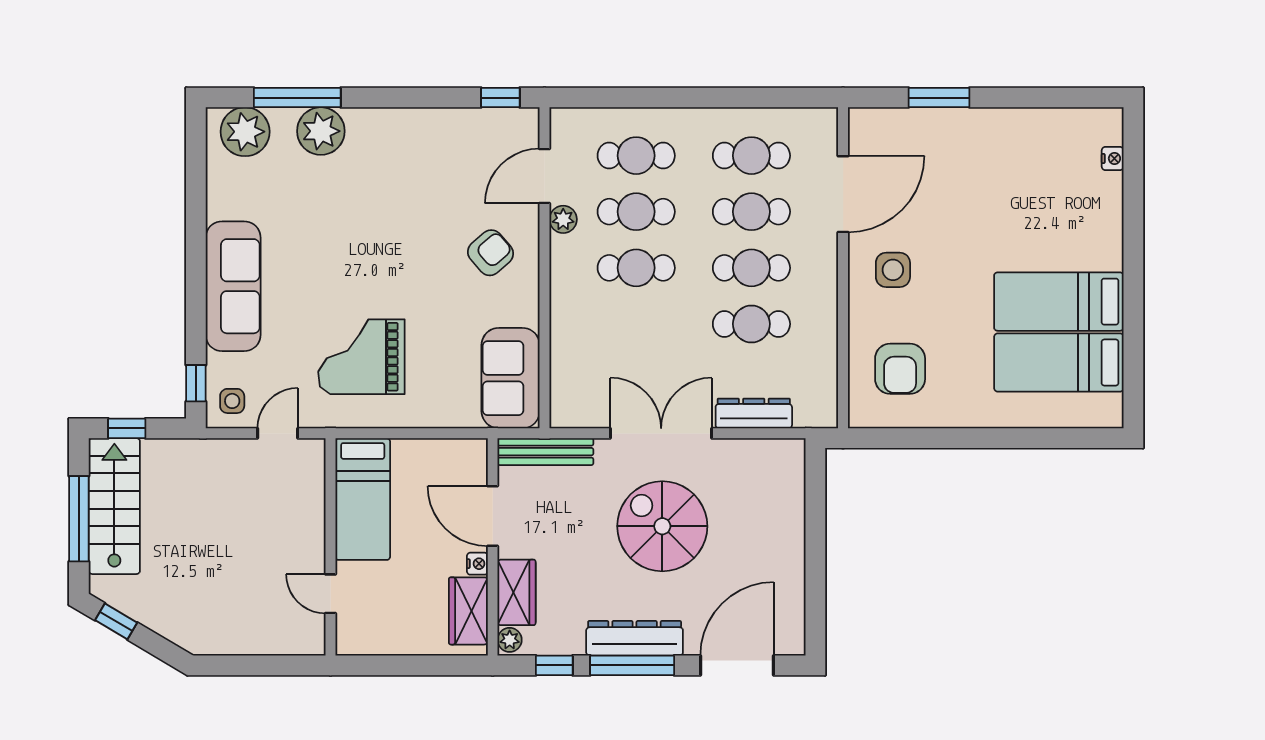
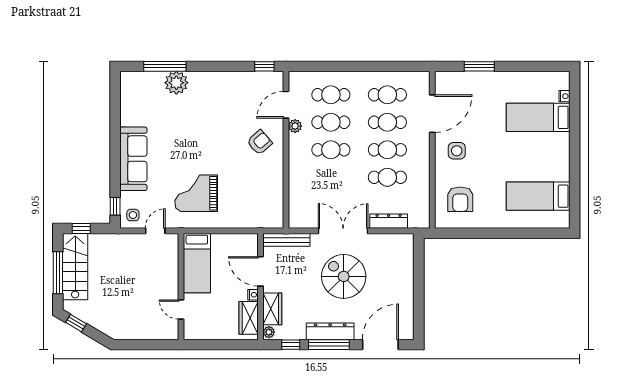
plant: (245, 132) -> (139, 83), removed
bed: (1059, 302) -> (538, 117), moved
sofa: (511, 378) -> (269, 204), removed

